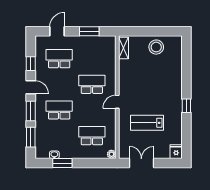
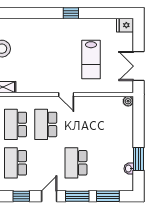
school desk: (92, 136) -> (15, 124), moved

